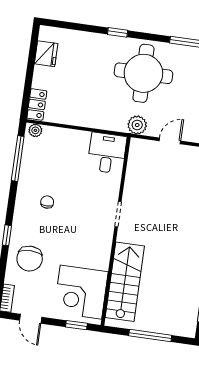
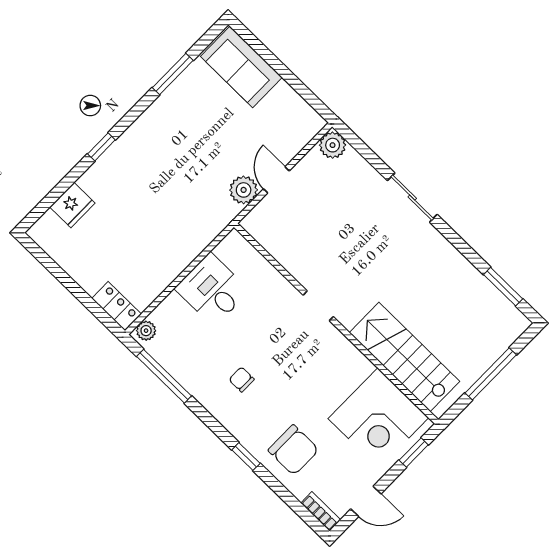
fridge: (46, 54) -> (72, 205), moved, turned 90
round table: (143, 73) -> (173, 152), removed
plant: (137, 125) -> (244, 190), moved
desk: (107, 153) -> (212, 290), moved

